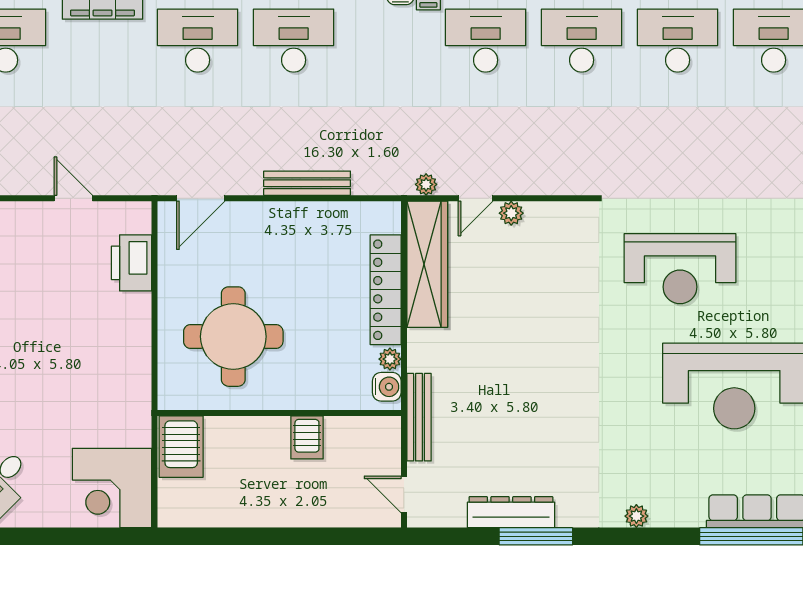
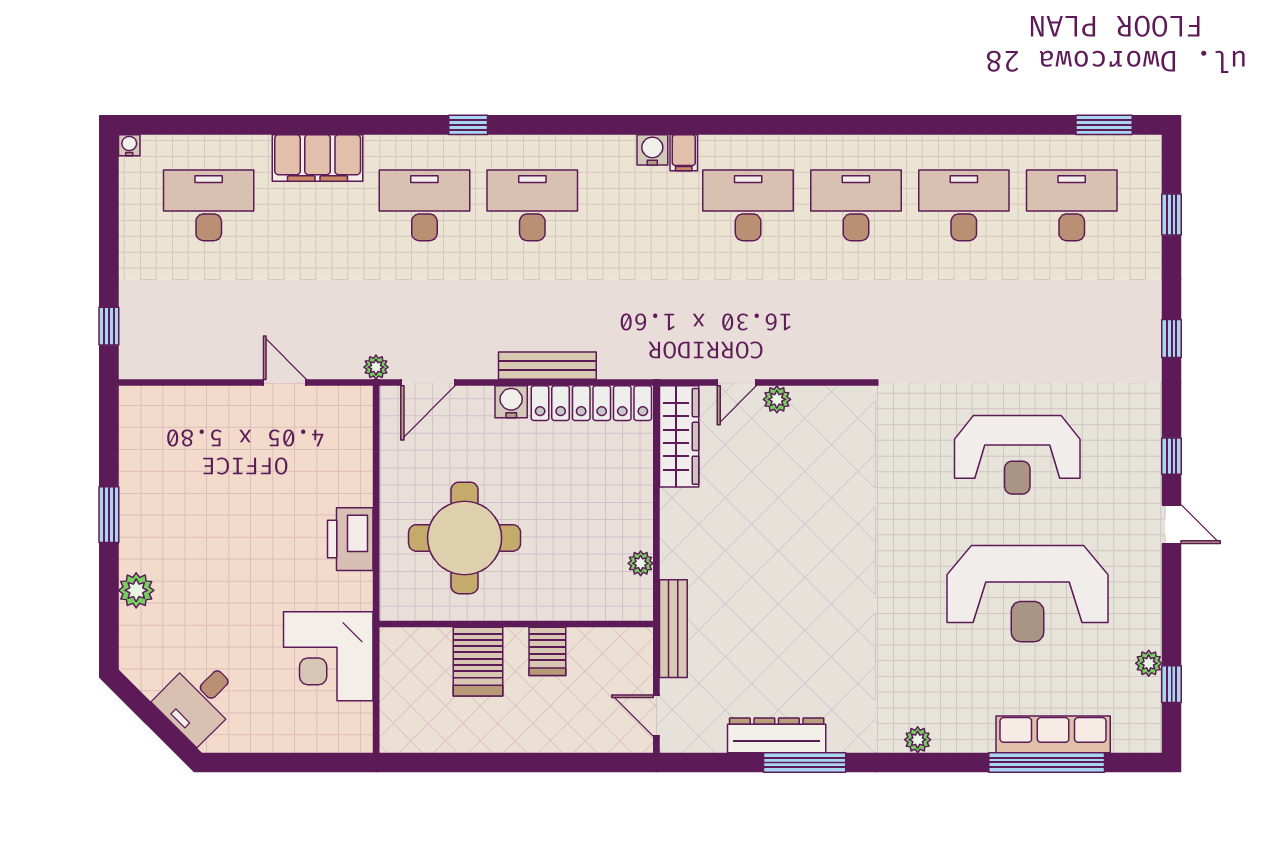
plant: (426, 184) -> (376, 367), moved
printer: (132, 263) -> (350, 539), moved
wardrobe: (427, 264) -> (679, 436), width x0.71, depth x0.85
reception desk: (680, 269) -> (1017, 455), moved
locker: (386, 290) -> (591, 403), moved, turned -90
water cooler: (387, 387) -> (511, 402), moved, turned -90
server rack: (181, 447) -> (478, 662), moved
corner desk: (112, 488) -> (328, 656), moved

